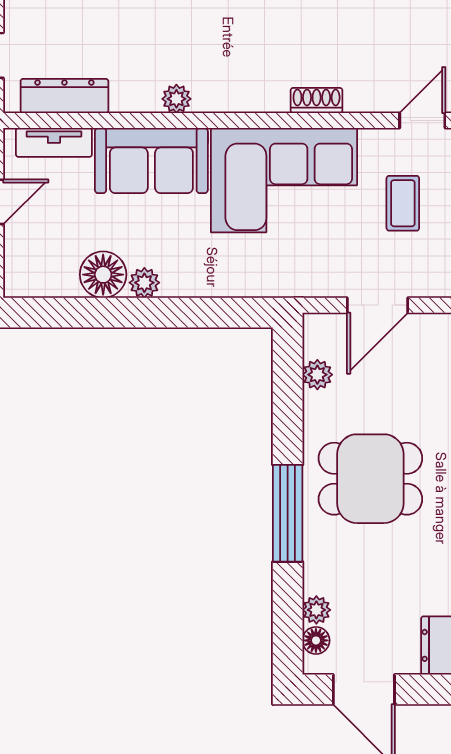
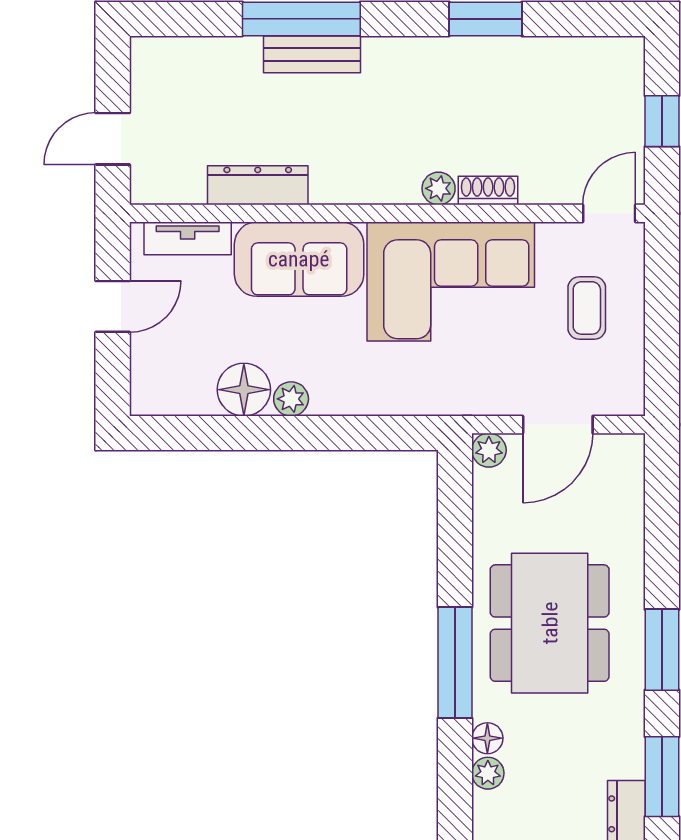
dresser: (64, 96) -> (258, 185), moved
plant: (176, 99) -> (439, 188), moved
plant: (317, 375) -> (489, 450), moved
dining table: (370, 479) -> (550, 623), width x1.38
floor lamp: (316, 640) -> (487, 738), moved

